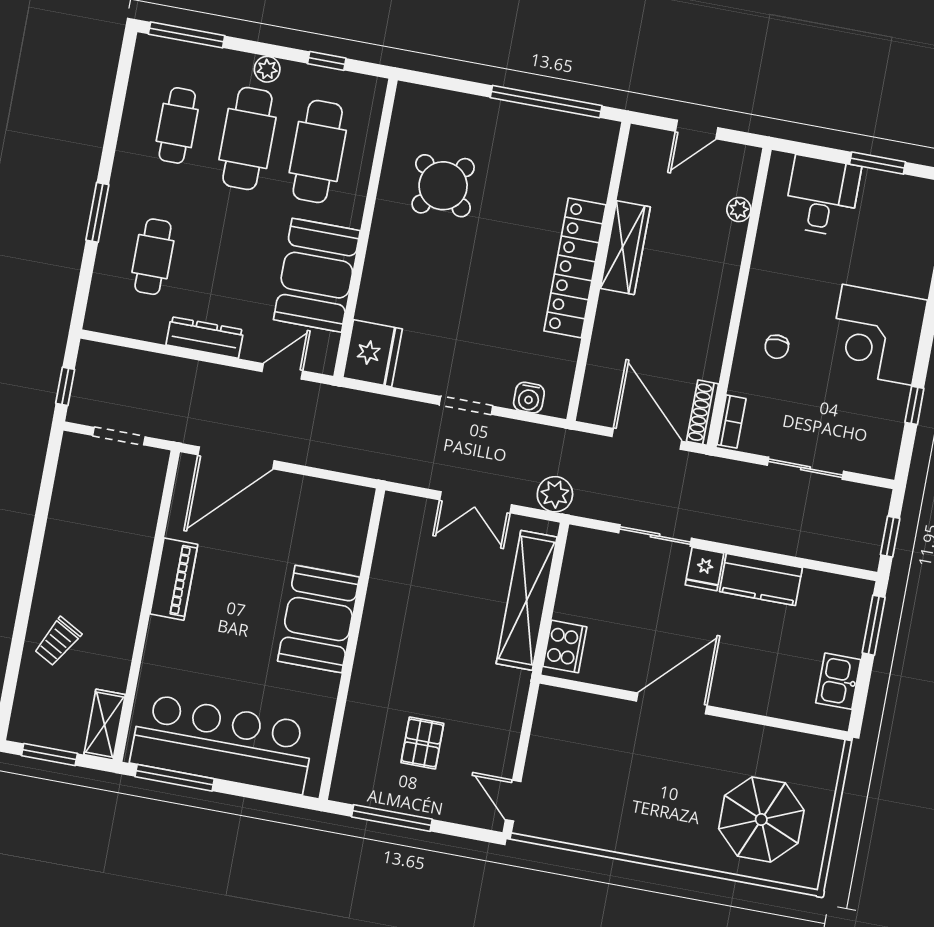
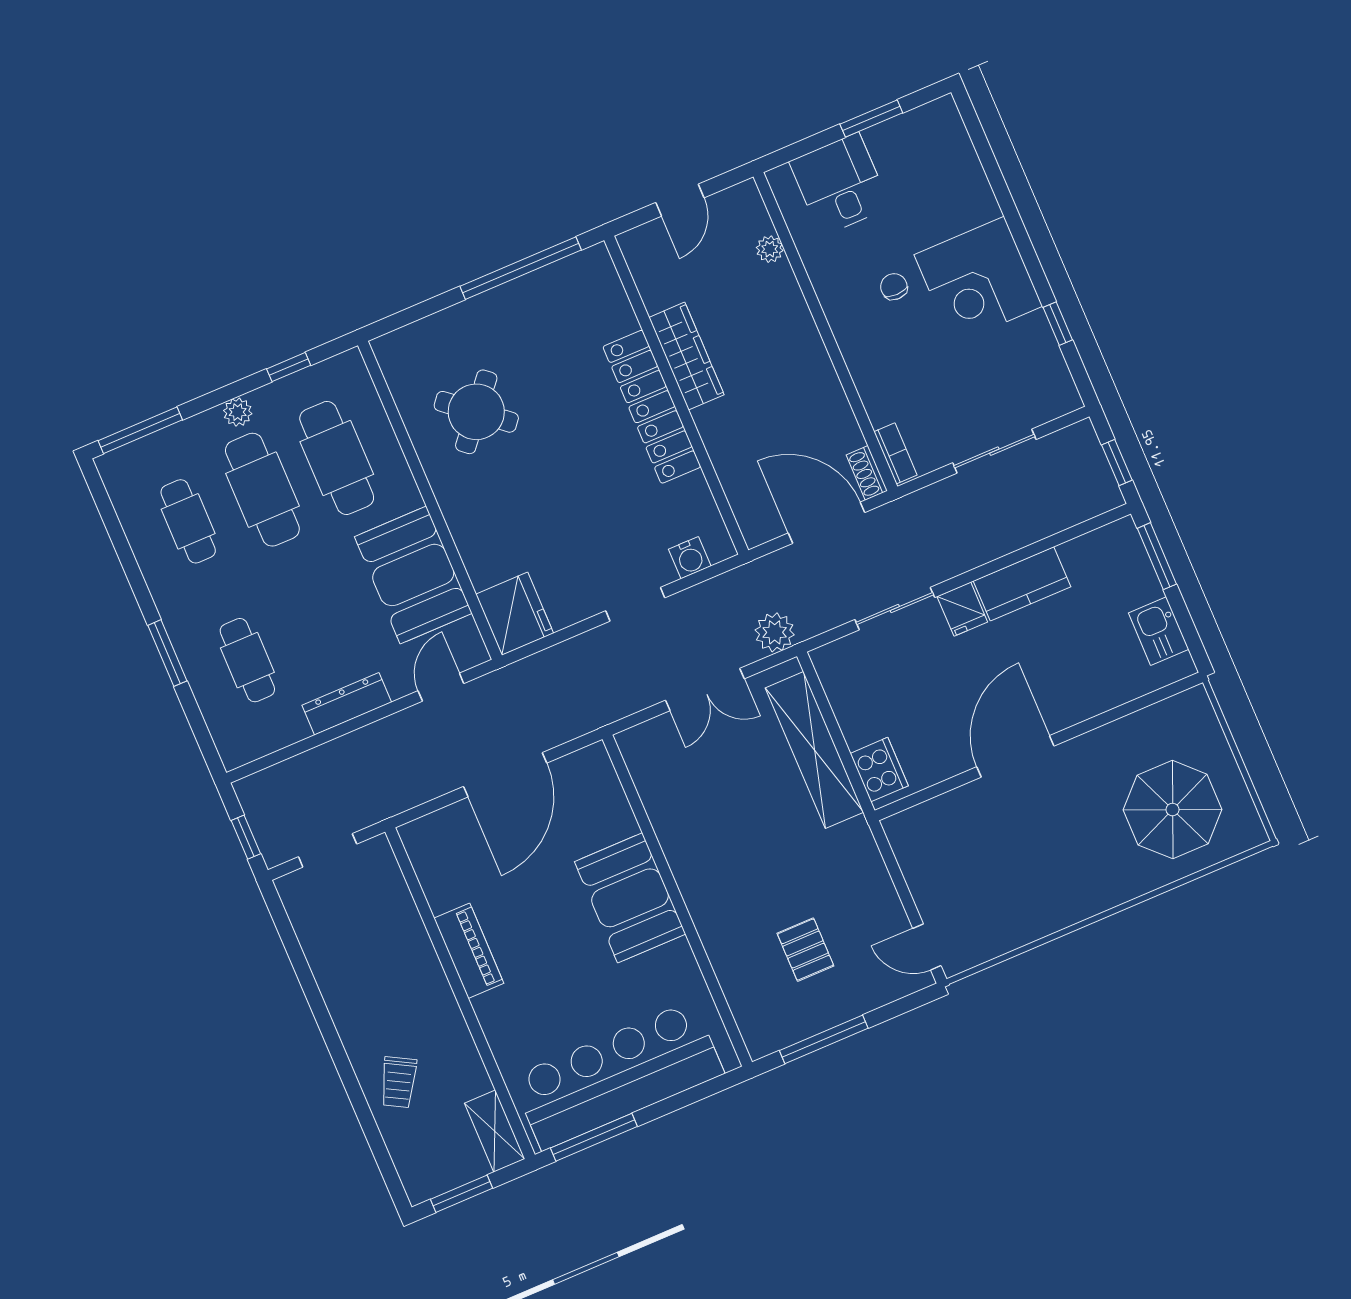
chair: (777, 347) -> (894, 287), moved, turned 180
shoe rack: (703, 413) -> (867, 473), width x0.70
door: (236, 458) -> (505, 775), moved

